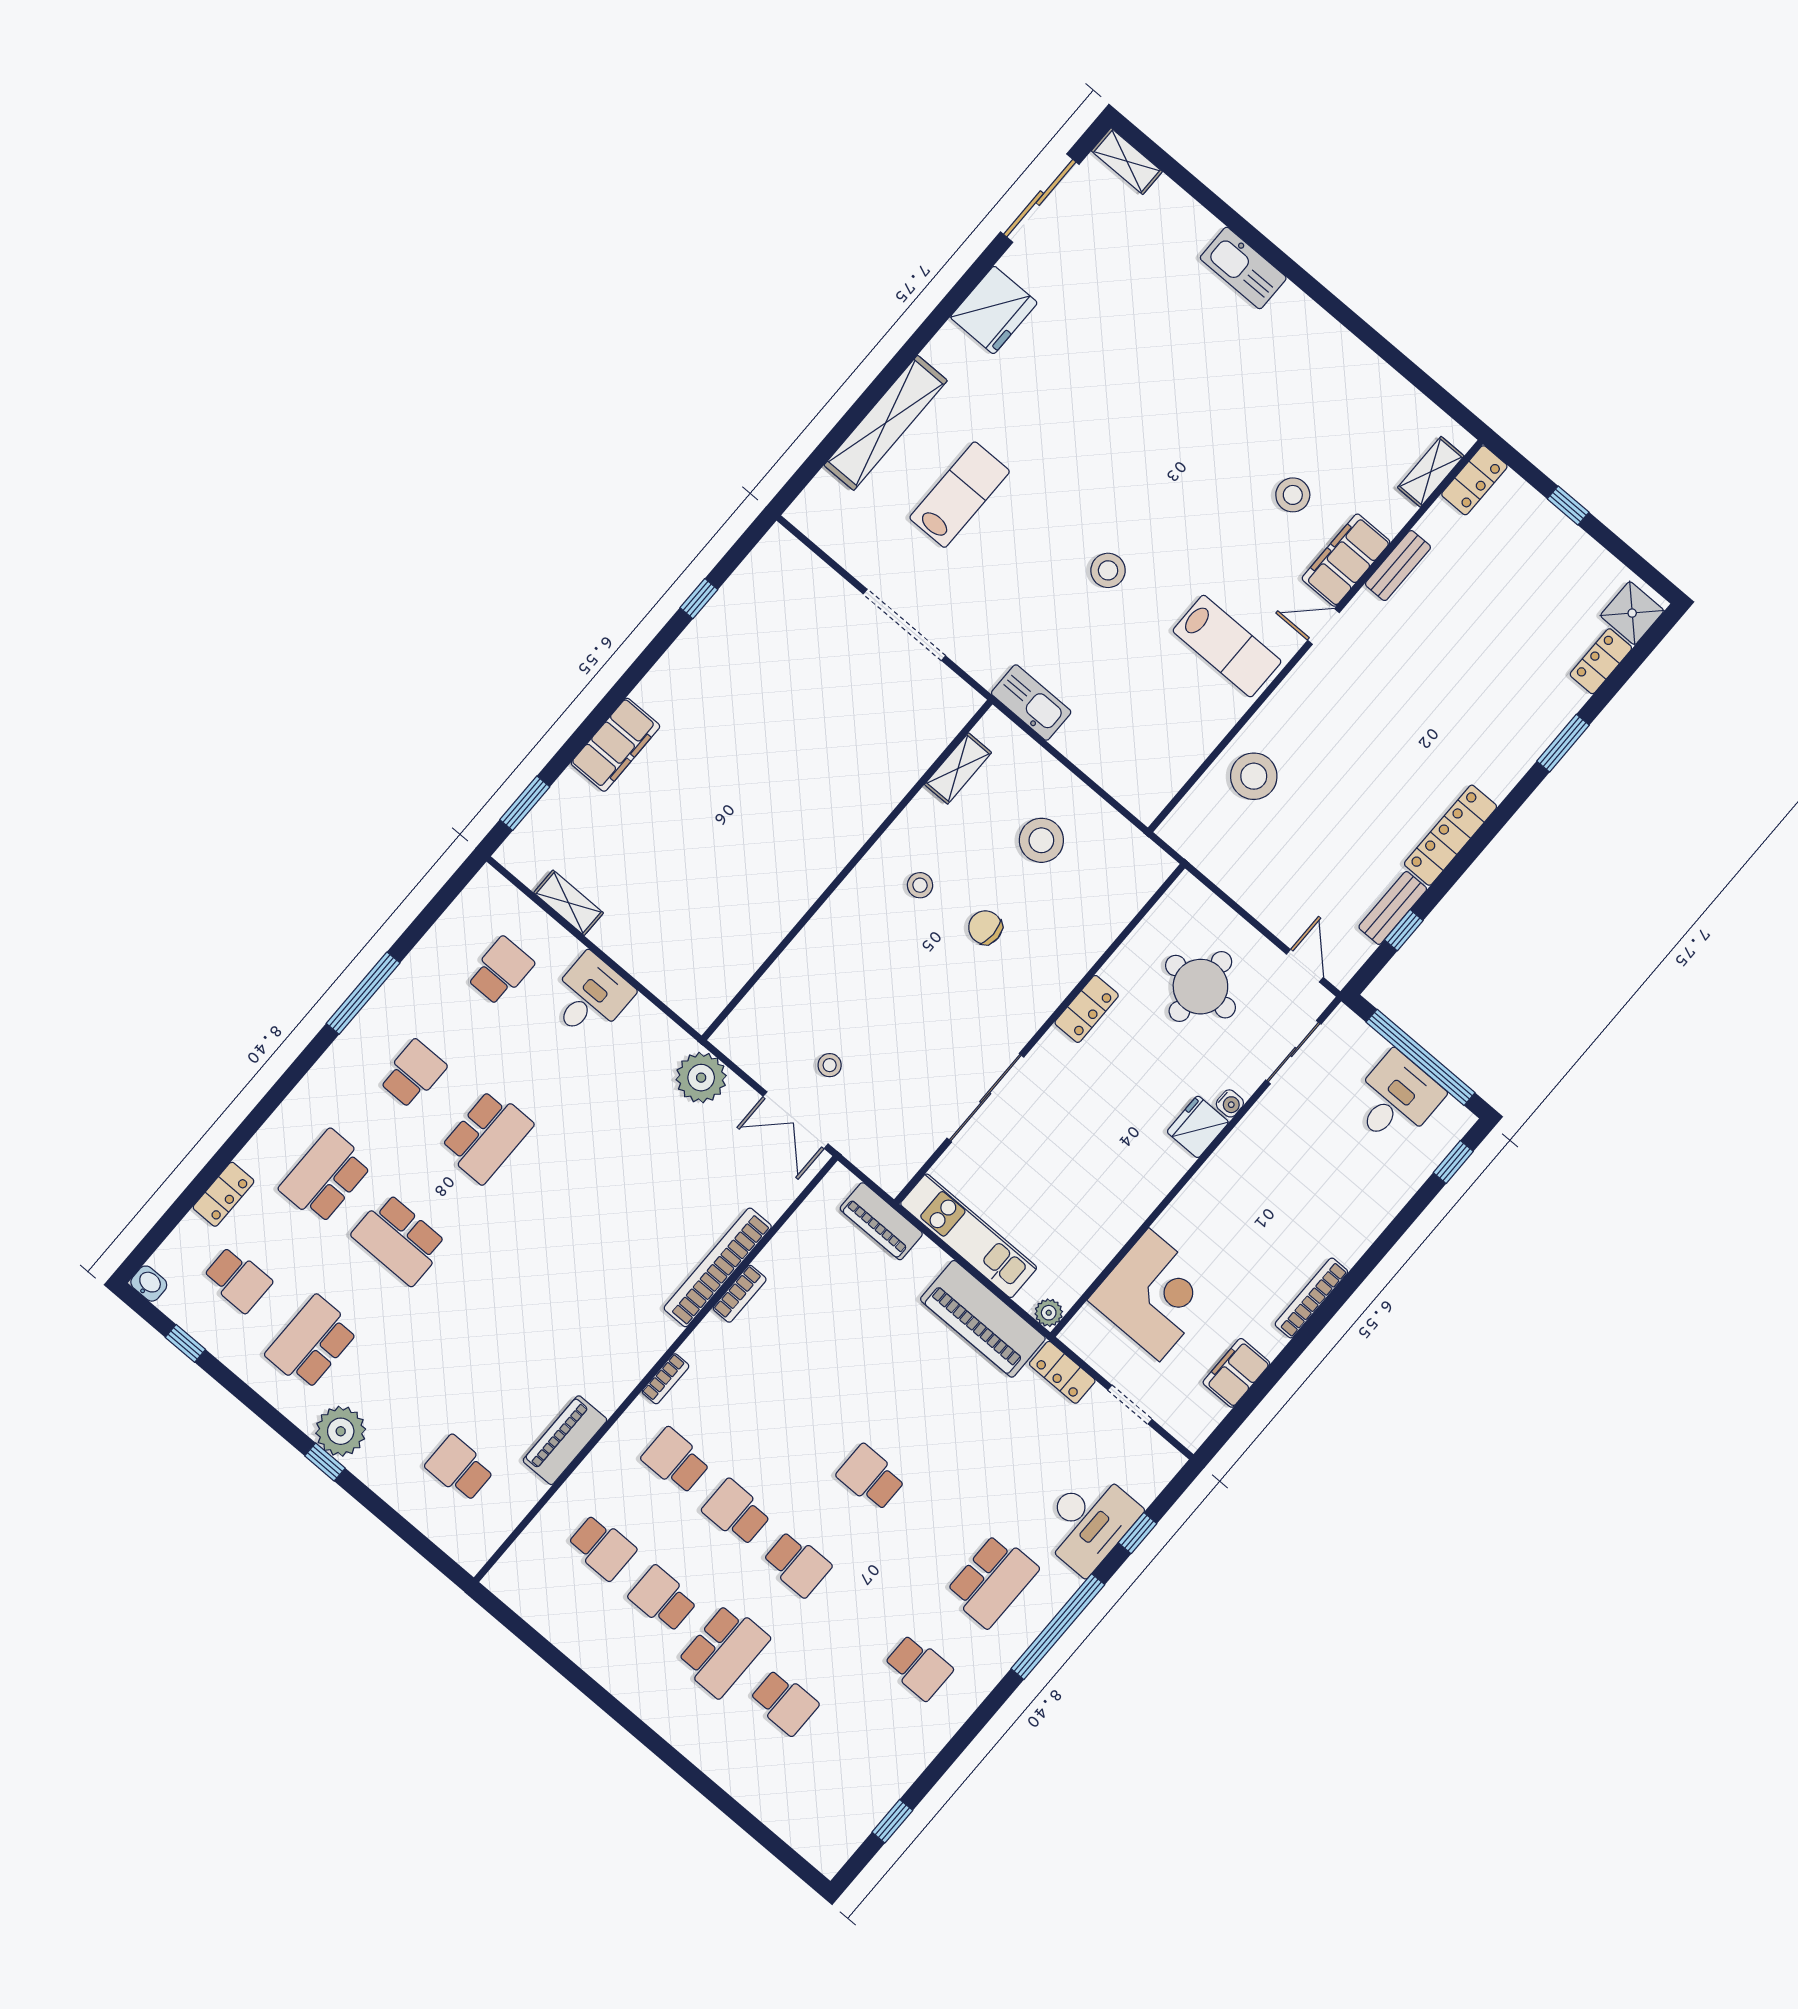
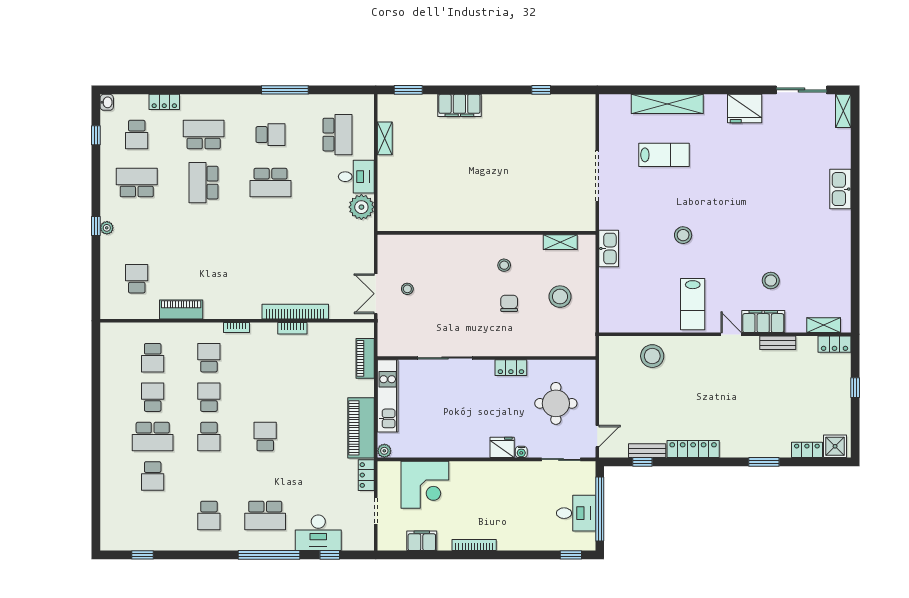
school desk: (501, 971) -> (337, 135), width x1.85
plant: (701, 1078) -> (361, 207), moved
plant: (341, 1431) -> (107, 228), width x0.53, depth x0.53

